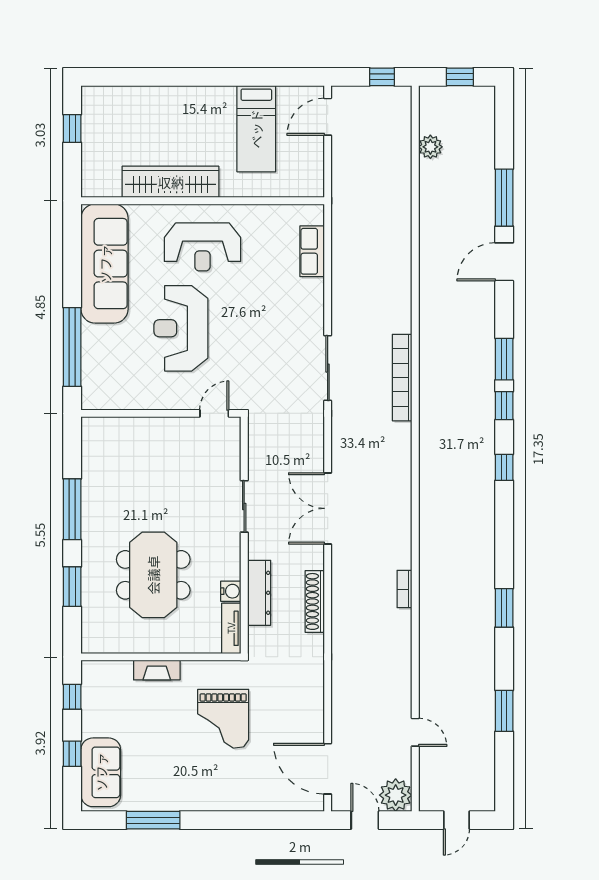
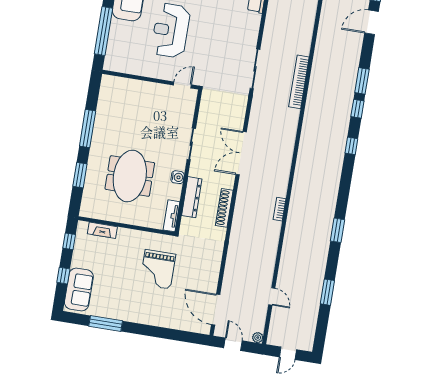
water cooler: (231, 591) -> (178, 177), moved
fireplace: (157, 670) -> (102, 230), moved
plant: (396, 795) -> (258, 338), width x0.53, depth x0.53

